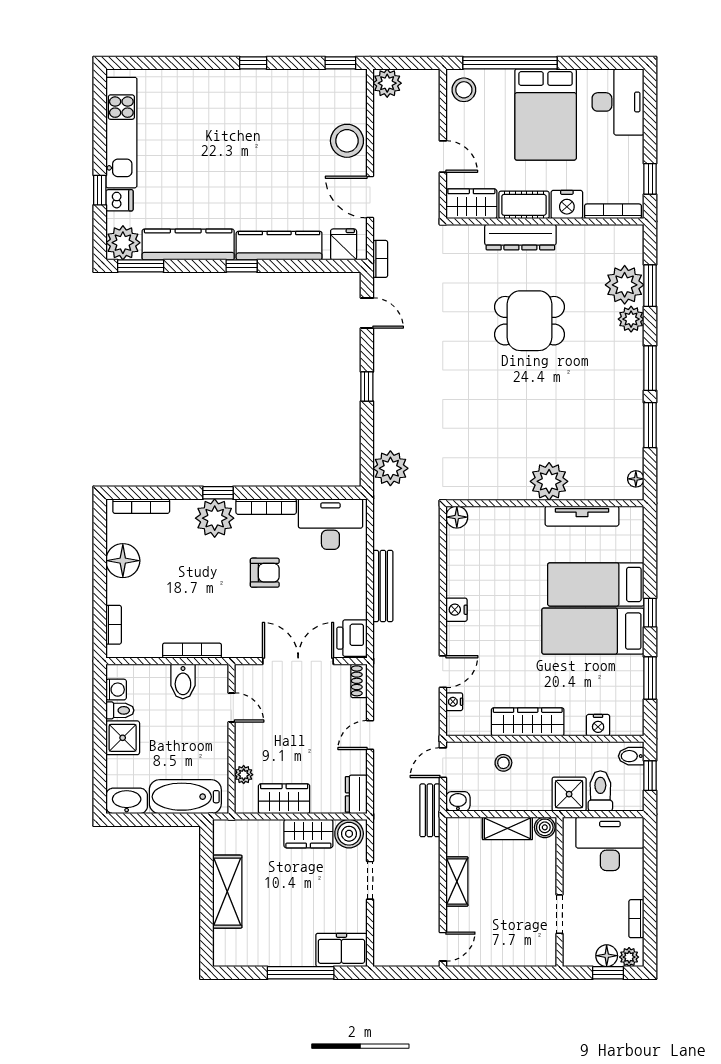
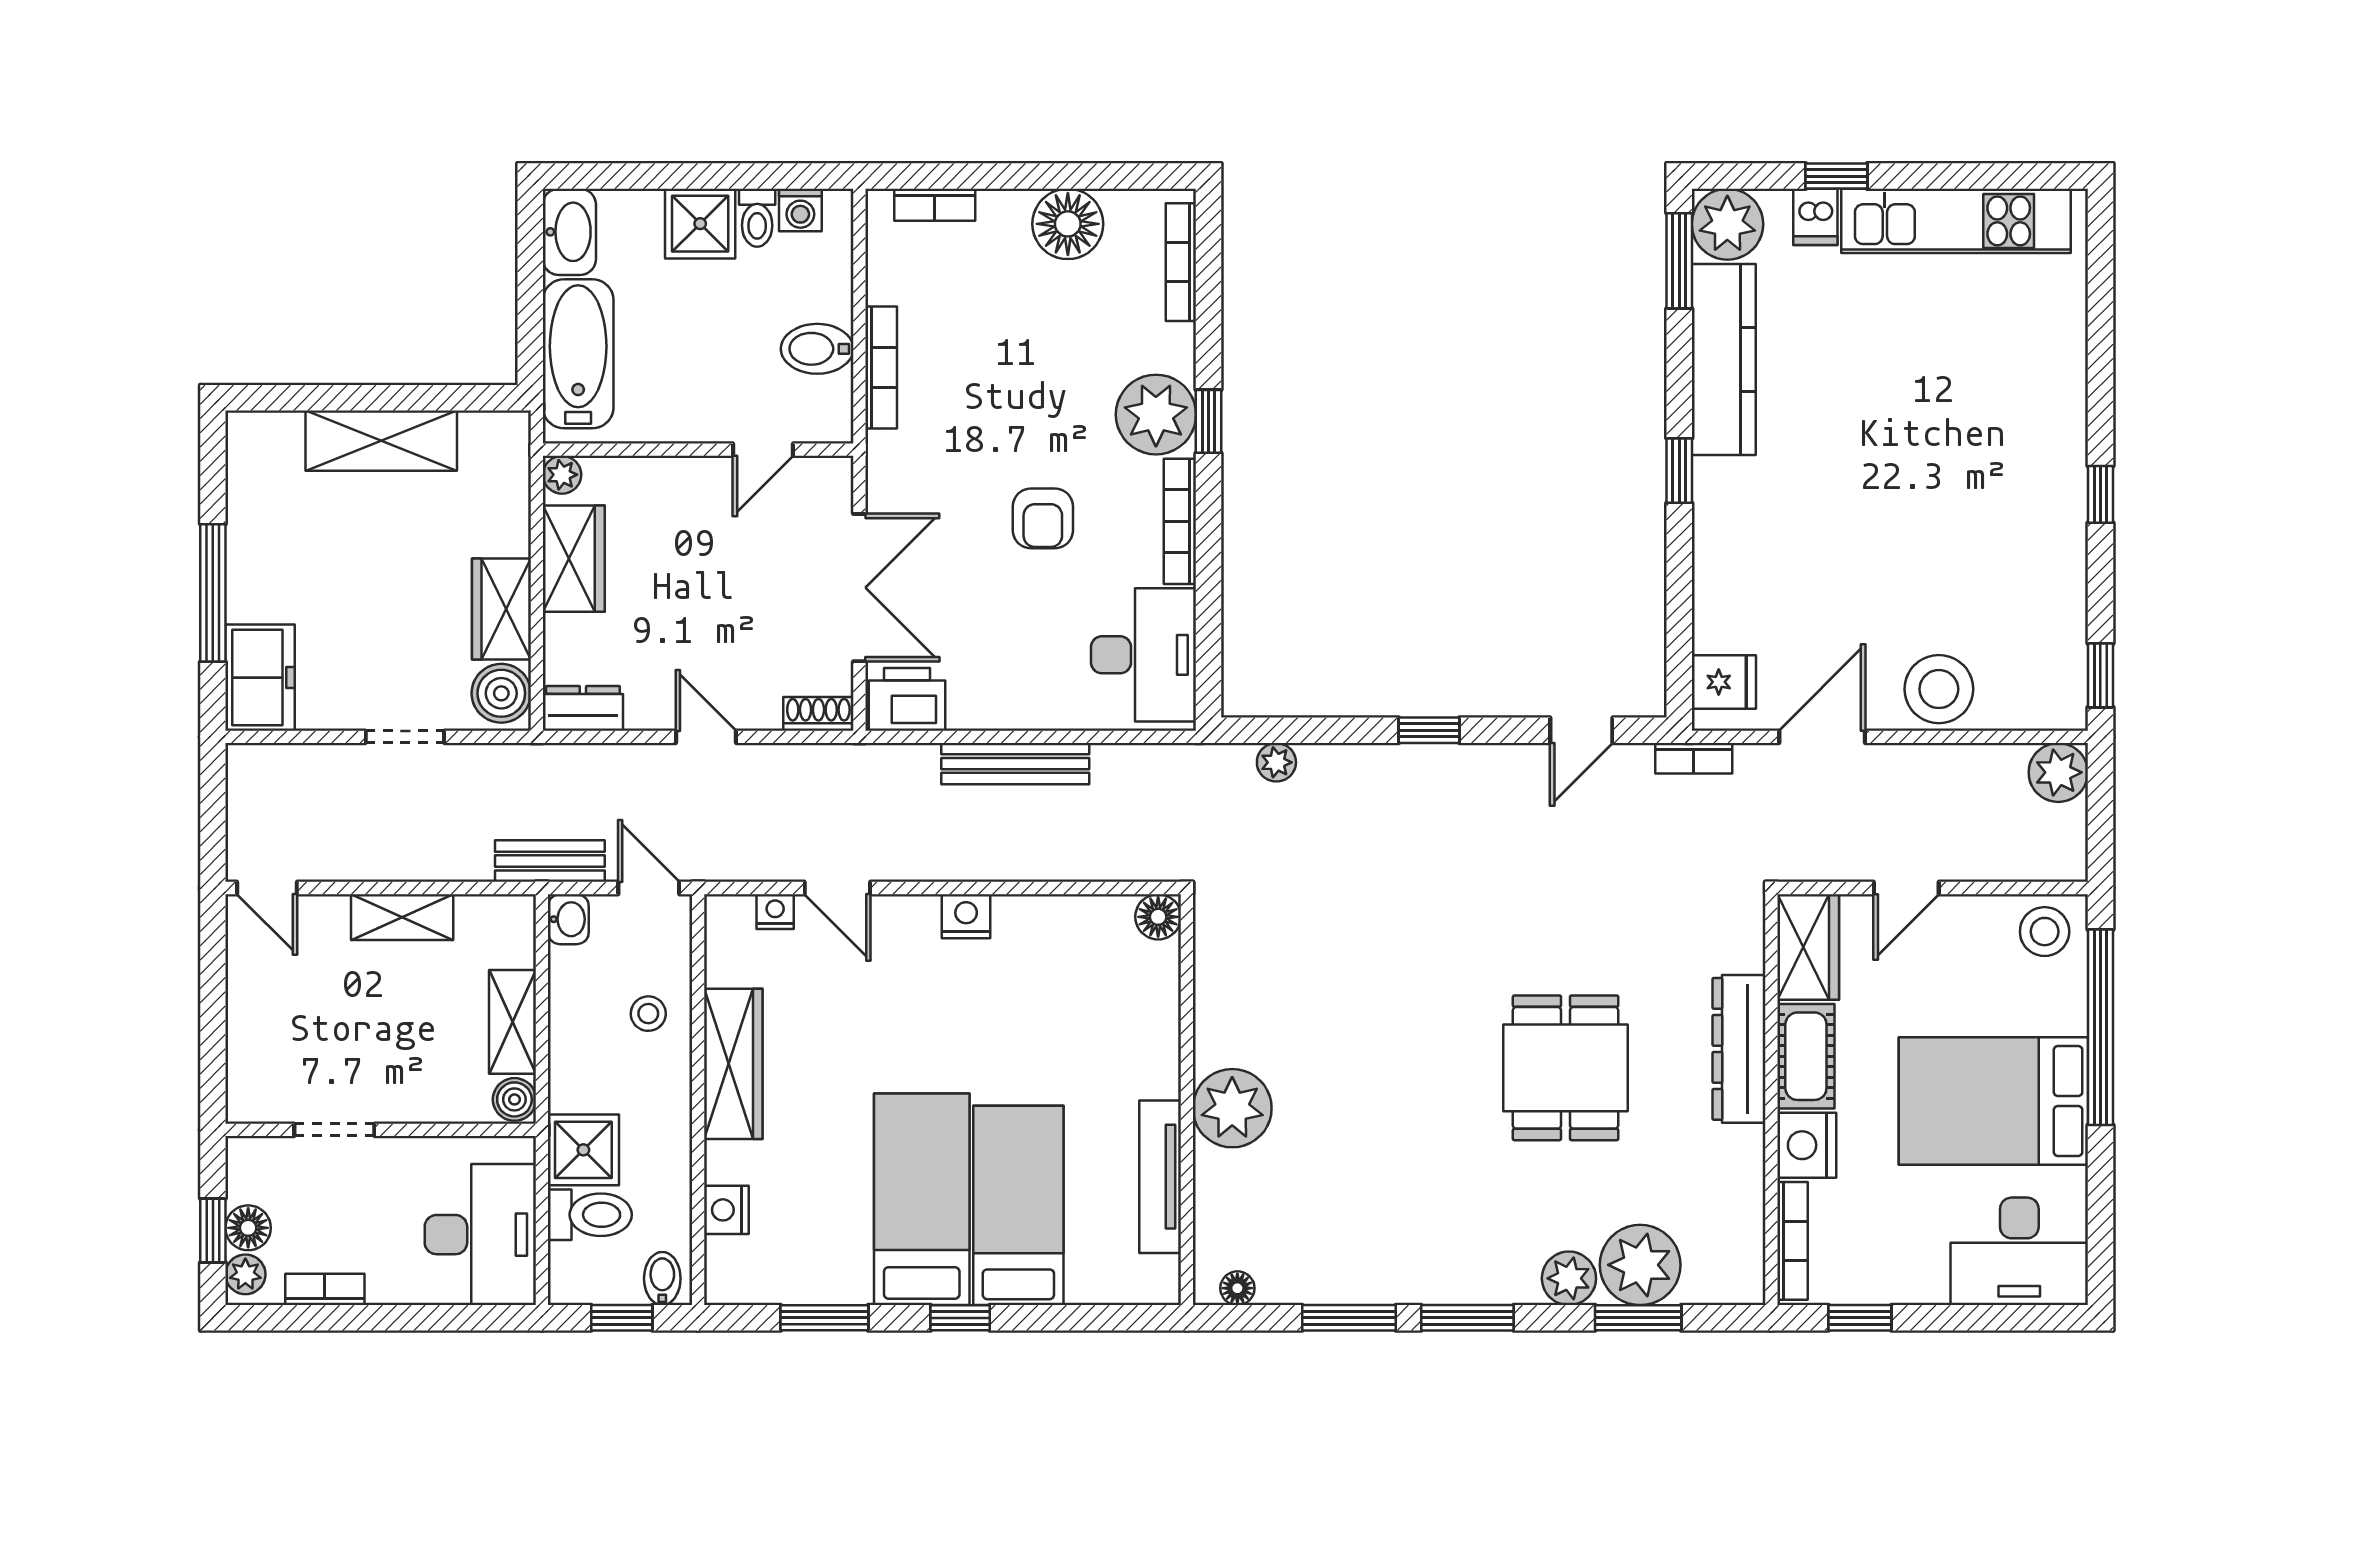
kitchen counter: (279, 246) -> (1721, 548), removed
plant: (390, 468) -> (1276, 762), width x0.53, depth x0.53
plant: (244, 775) -> (562, 475), moved

